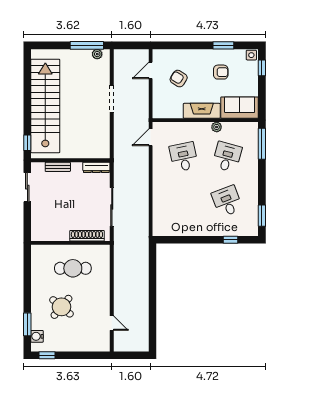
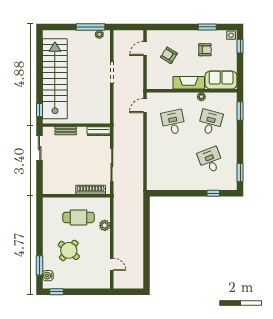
window: (262, 144) -> (240, 111), width x0.69
plant: (103, 278) -> (105, 225), added

